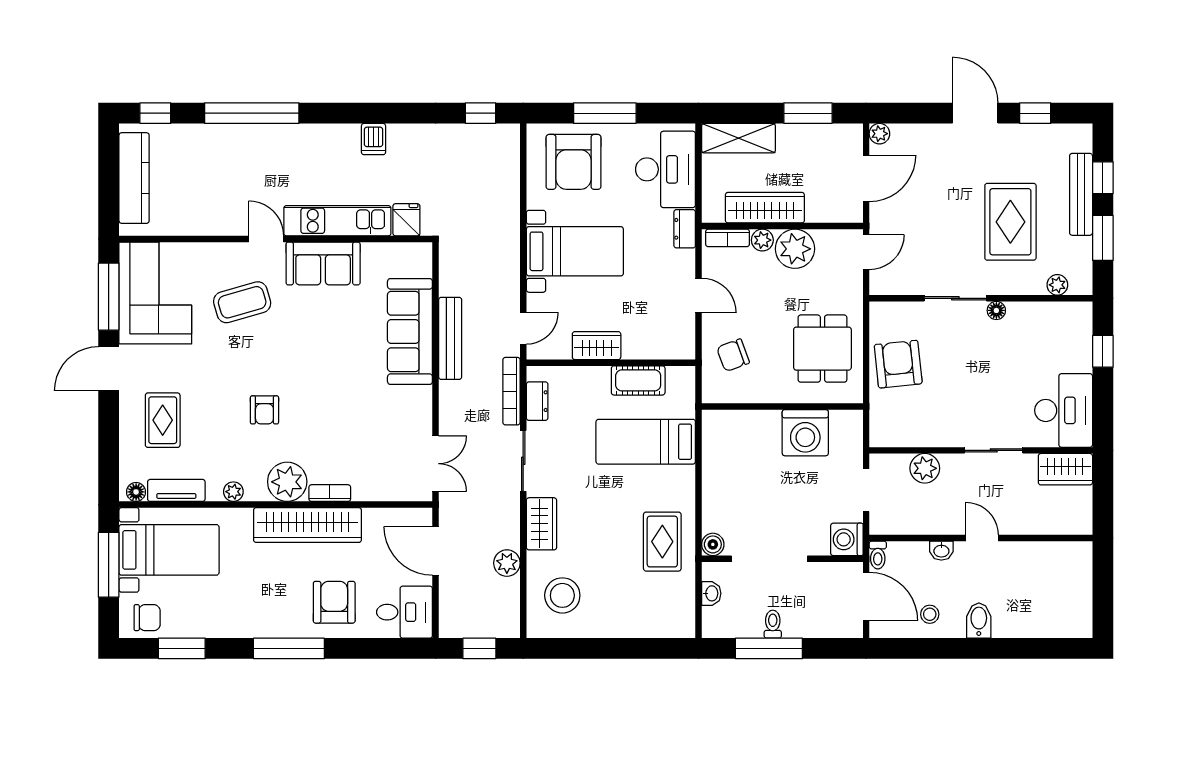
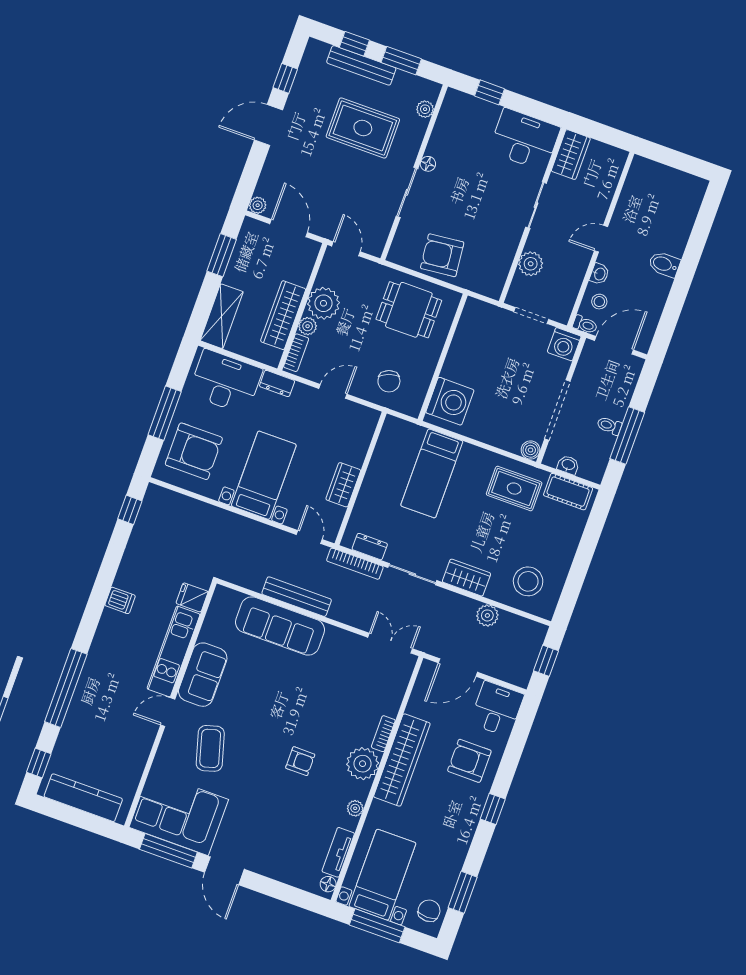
cot: (638, 380) -> (568, 492), moved, turned 90
rug: (163, 420) -> (280, 843), removed
washing machine: (805, 433) -> (450, 401), moved
stool: (930, 614) -> (599, 302), moved
window: (289, 648) -> (493, 809), width x0.46

